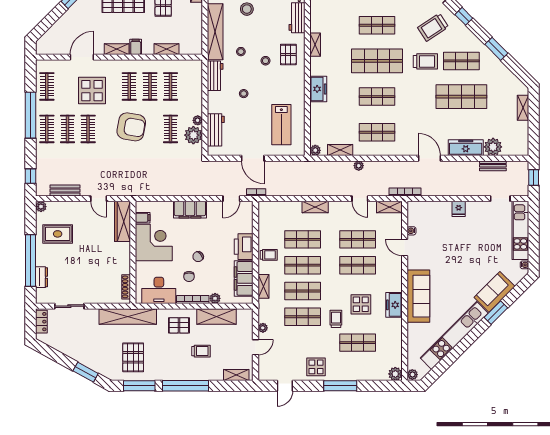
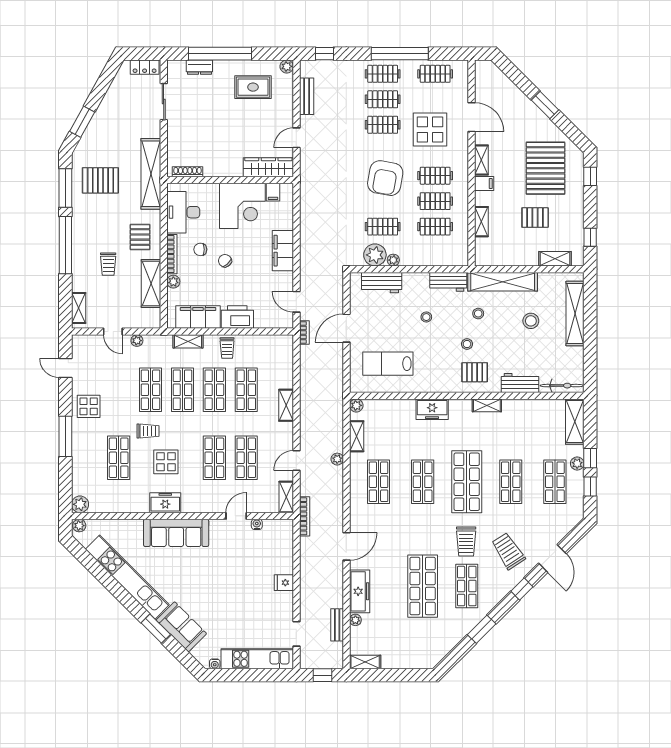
shelving: (523, 108) -> (365, 662), moved
plant: (493, 147) -> (355, 620), width x0.53, depth x0.53
rug: (58, 234) -> (253, 87), turned 90

